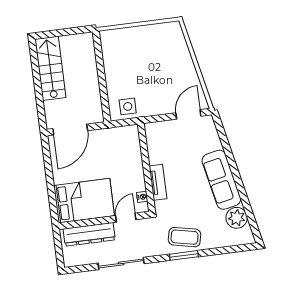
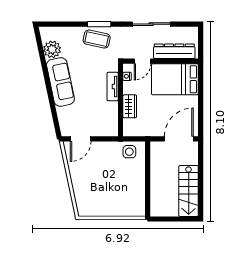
wardrobe: (134, 161) -> (130, 106), added

